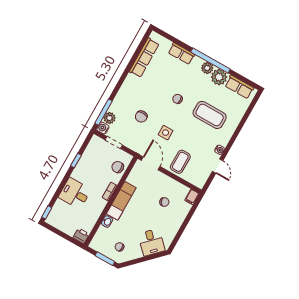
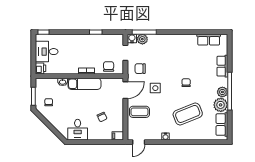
row of seats: (144, 58) -> (209, 40), width x0.68
coffee table: (210, 115) -> (188, 114), turned 68
chair: (141, 117) -> (140, 69), moved
door: (218, 166) -> (139, 142), moved
desk: (75, 193) -> (47, 52), moved, turned -90
desk: (151, 242) -> (78, 130), moved, turned -45

